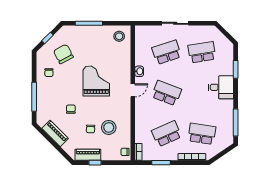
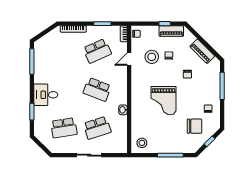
chair: (63, 54) -> (195, 126), turned -62
door: (133, 90) -> (129, 59), moved
school desk: (202, 134) -> (64, 51), removed

